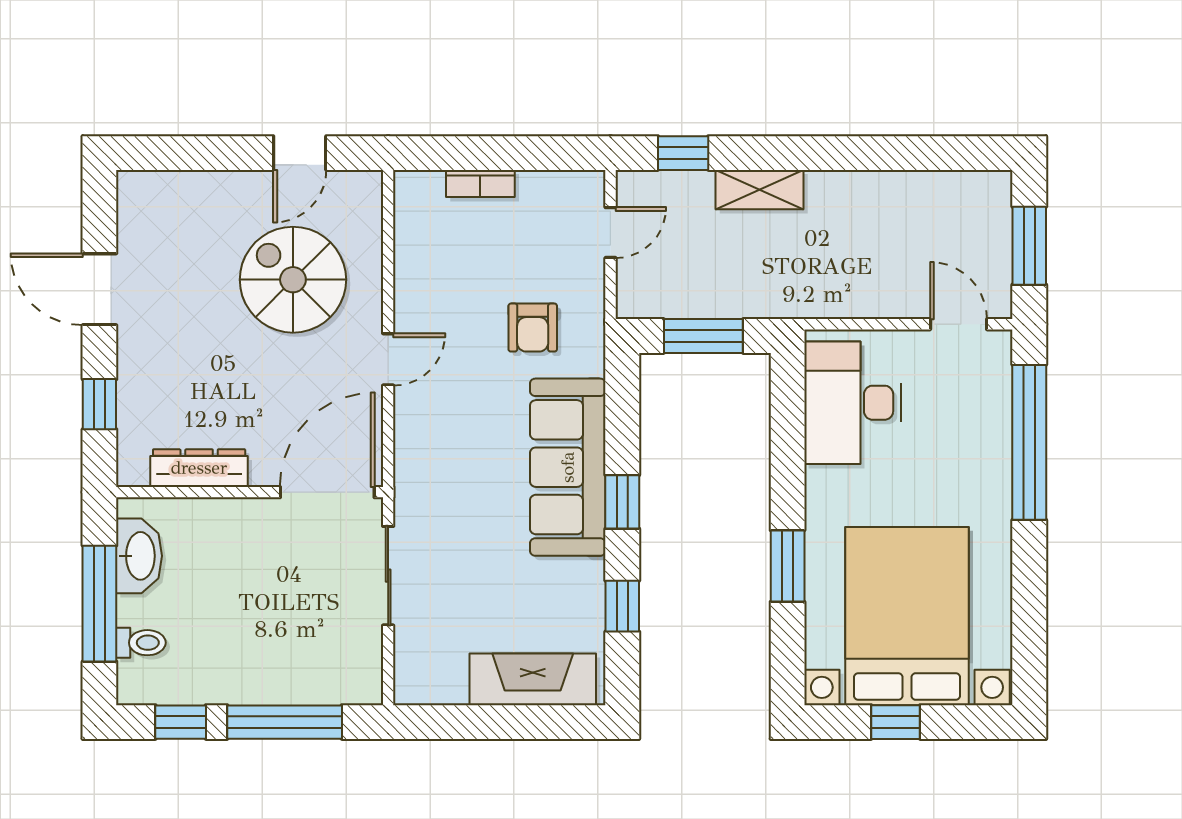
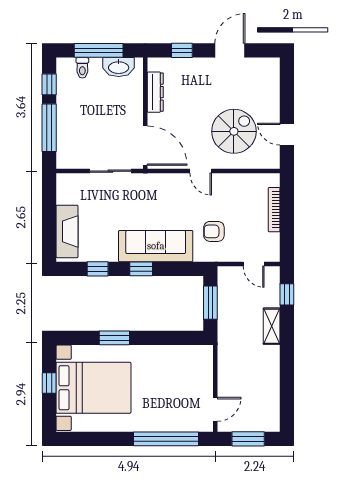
bookcase: (480, 184) -> (274, 210), width x1.56
desk: (853, 403) -> (183, 365), removed

